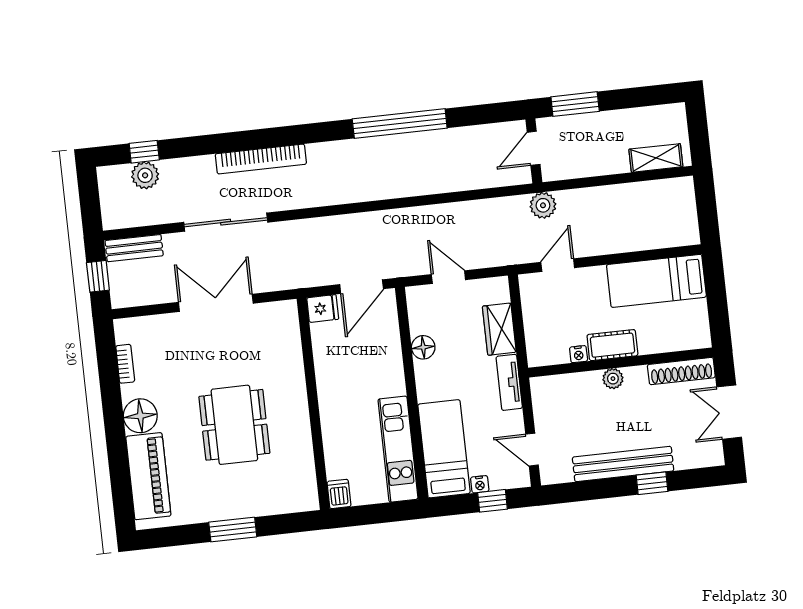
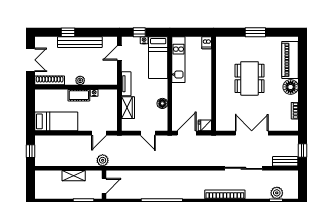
shelving: (656, 158) -> (74, 176), moved
window: (707, 208) -> (31, 151), added
double door: (216, 303) -> (252, 133), swing flipped
door: (532, 450) -> (119, 53), swing flipped

